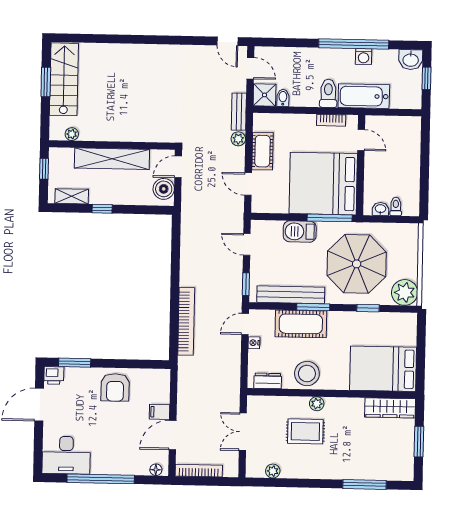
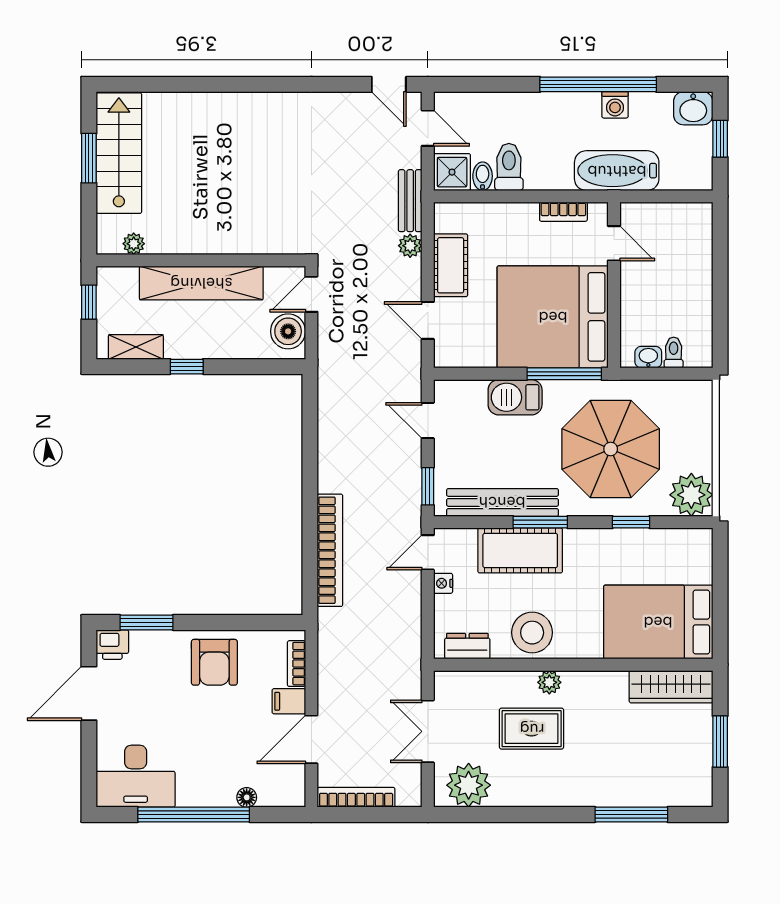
toilet: (328, 93) -> (509, 167), moved
bookcase: (165, 389) -> (296, 664), added
floor lamp: (156, 470) -> (247, 797), moved
plant: (273, 471) -> (469, 785), width x1.88, depth x1.88

